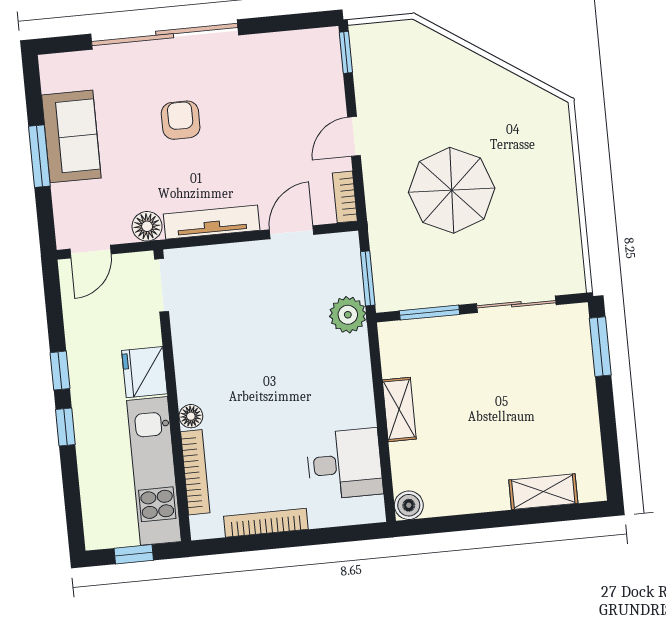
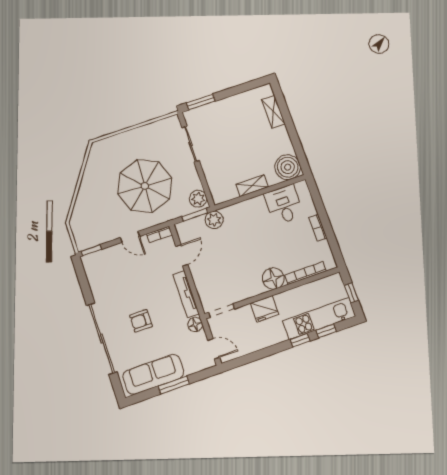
sofa: (71, 136) -> (153, 374), width x1.36
parasol: (452, 190) -> (145, 186), width x1.36, depth x1.36
door: (292, 232) -> (182, 255), swing flipped
plant: (399, 293) -> (198, 199), added
window: (429, 313) -> (204, 183), removed
window: (60, 371) -> (326, 331), moved
floor lamp: (191, 416) -> (273, 279), width x1.89, depth x1.89
kitchen unit: (154, 471) -> (319, 318), moved, turned 180
boiler: (409, 505) -> (288, 167), width x1.86, depth x1.86
bookcase: (266, 523) -> (318, 228), width x0.64

